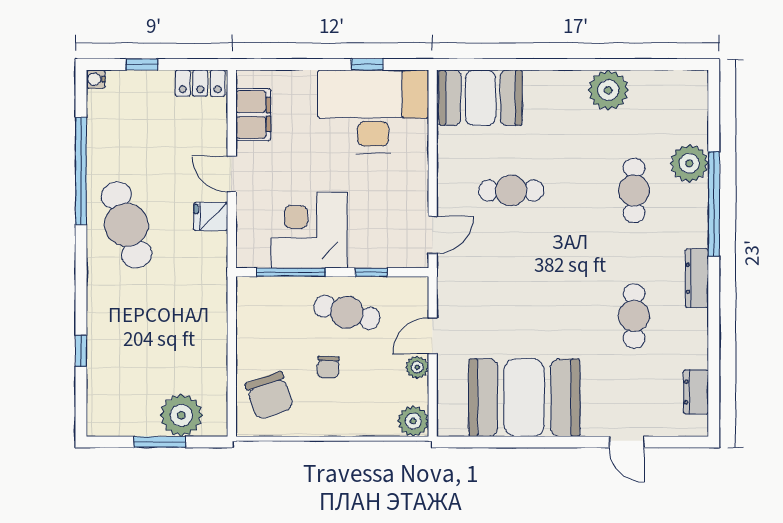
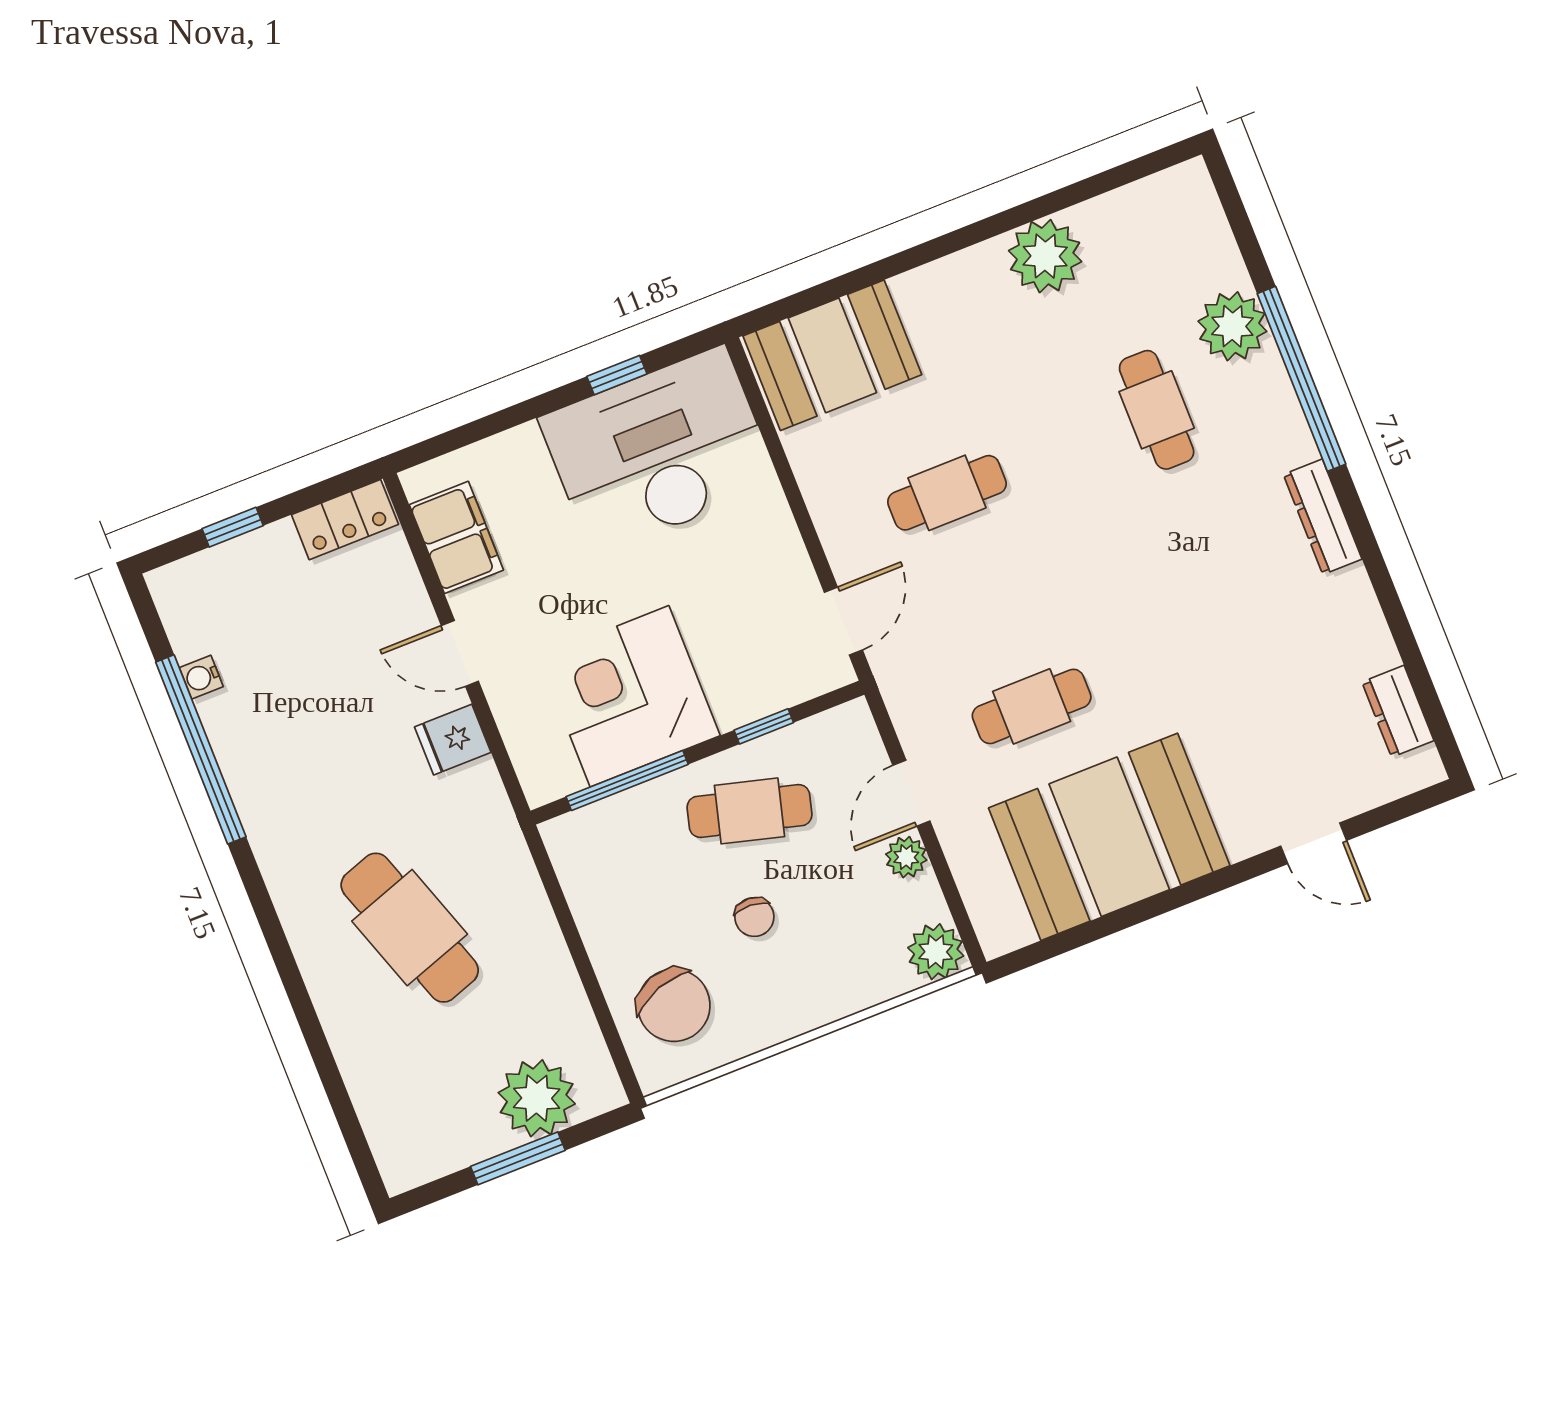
water cooler: (96, 79) -> (201, 677), moved
cafe table: (126, 225) -> (410, 928), moved
cafe table: (634, 316) -> (1032, 706), moved, turned 90
window: (81, 351) -> (322, 1056), removed

